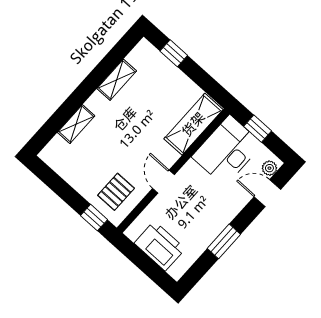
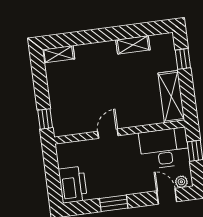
shelving: (76, 124) -> (59, 54), moved
shelving: (193, 124) -> (171, 97), moved, turned 90
pallet: (116, 192) -> (73, 115), removed
printer: (160, 246) -> (73, 185), moved

